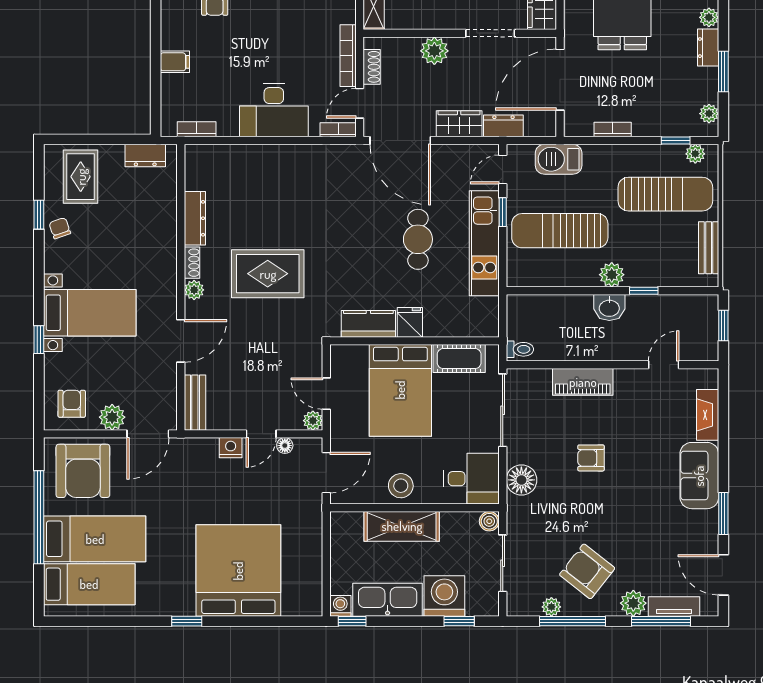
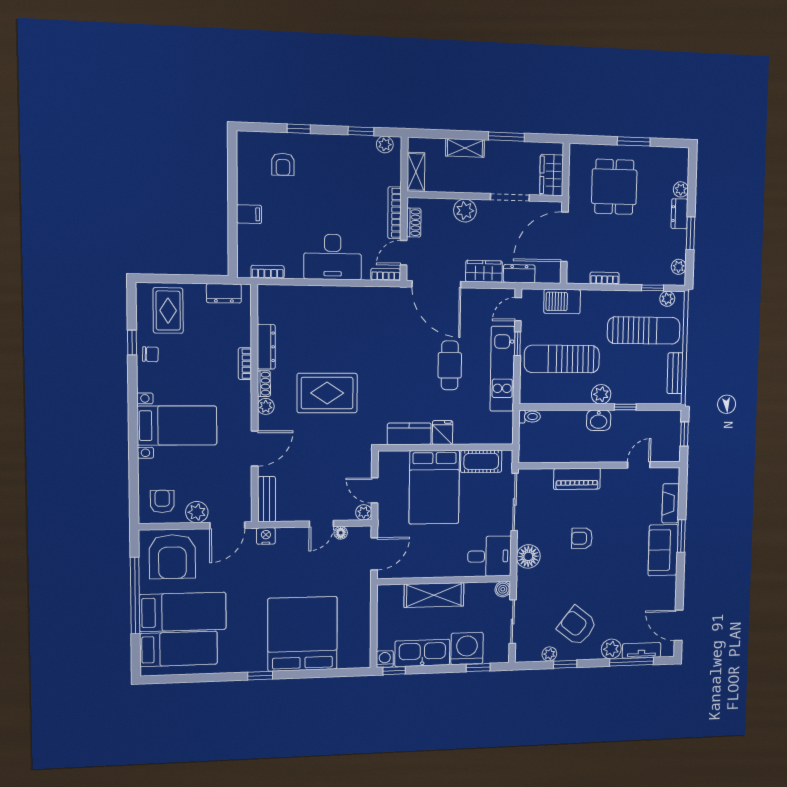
chair: (60, 228) -> (150, 354), turned 111
bookcase: (170, 239) -> (245, 364), added
window: (39, 340) -> (133, 448), removed
toilet: (520, 349) -> (530, 417), moved
nightstand: (231, 448) -> (266, 536), moved
stool: (401, 486) -> (434, 563), removed
window: (723, 514) -> (681, 536), moved
window: (573, 621) -> (565, 664), width x0.46

